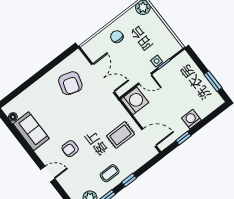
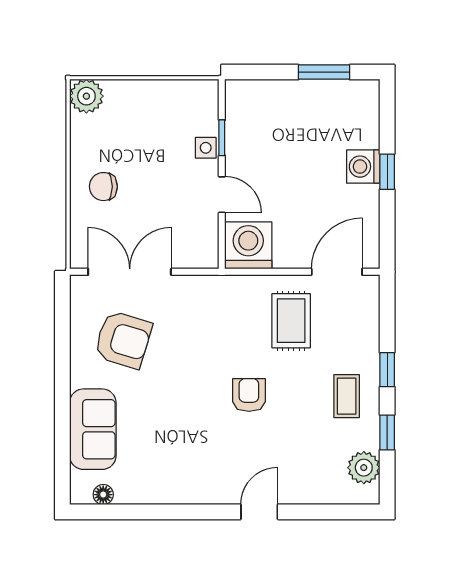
double door: (103, 78) -> (130, 272), moved
door: (145, 79) -> (222, 195), hinge flipped
sofa: (31, 131) -> (93, 429), moved, turned 90
window: (183, 138) -> (387, 172), moved
armchair: (70, 149) -> (249, 395), moved, turned 180

